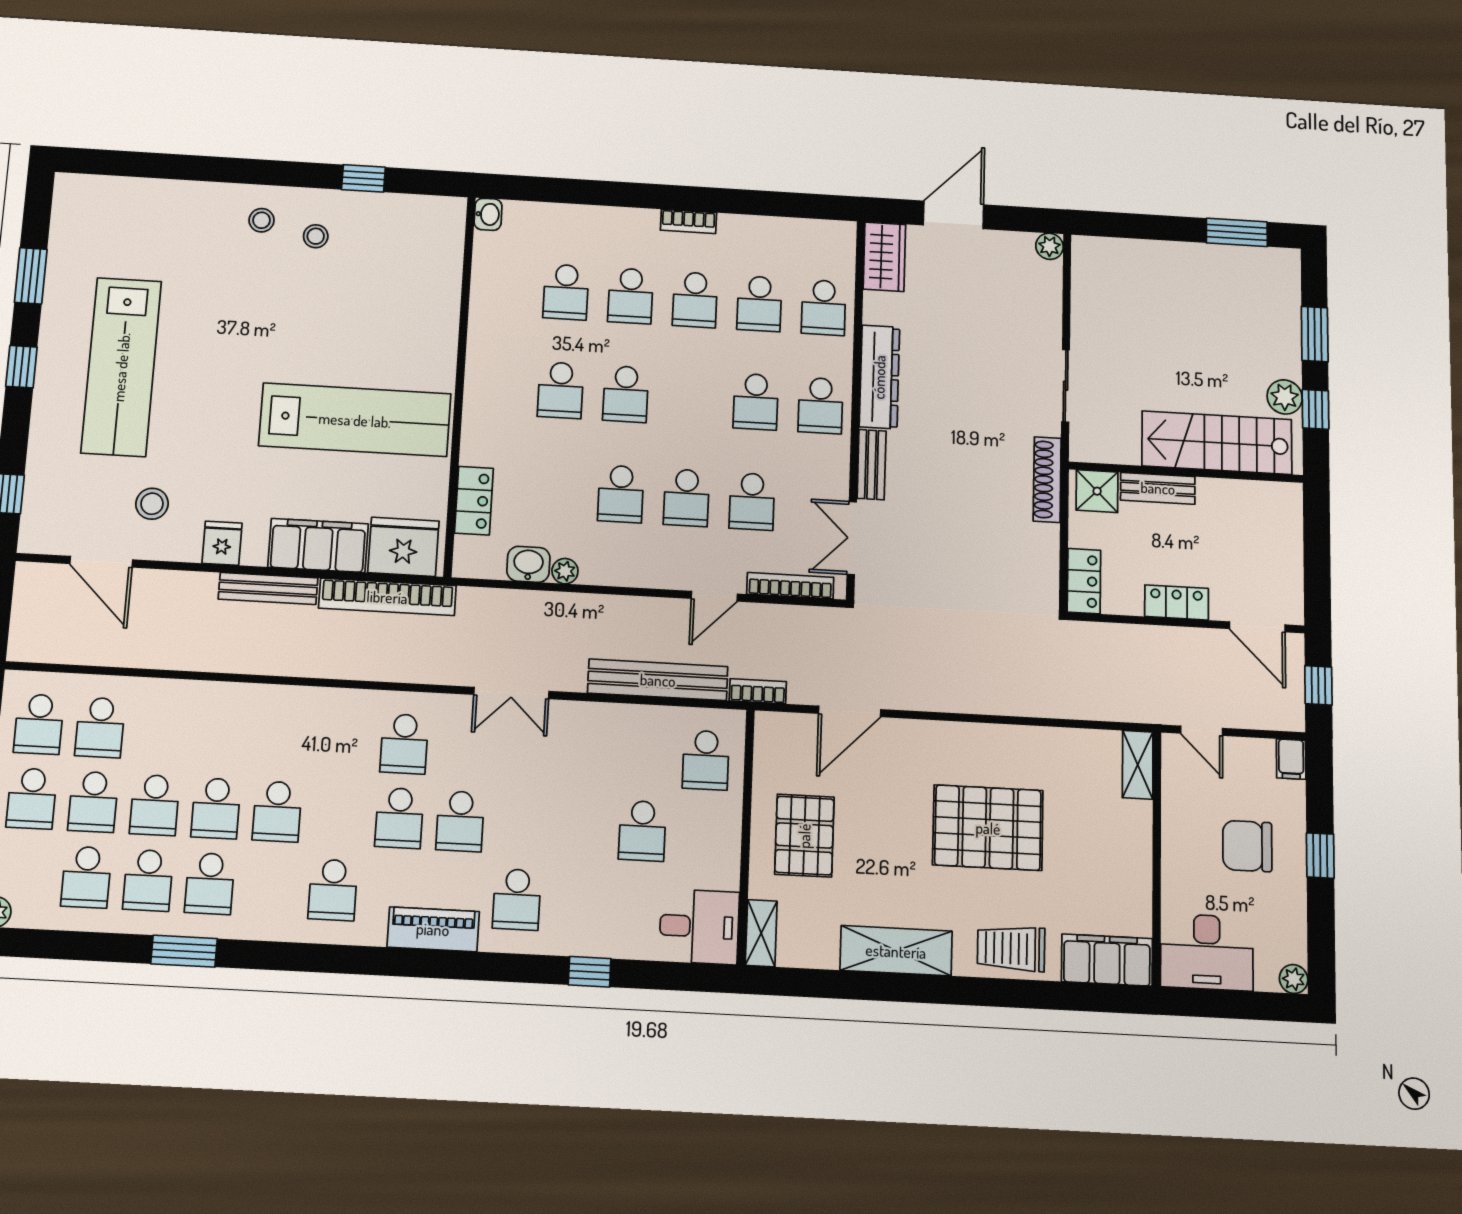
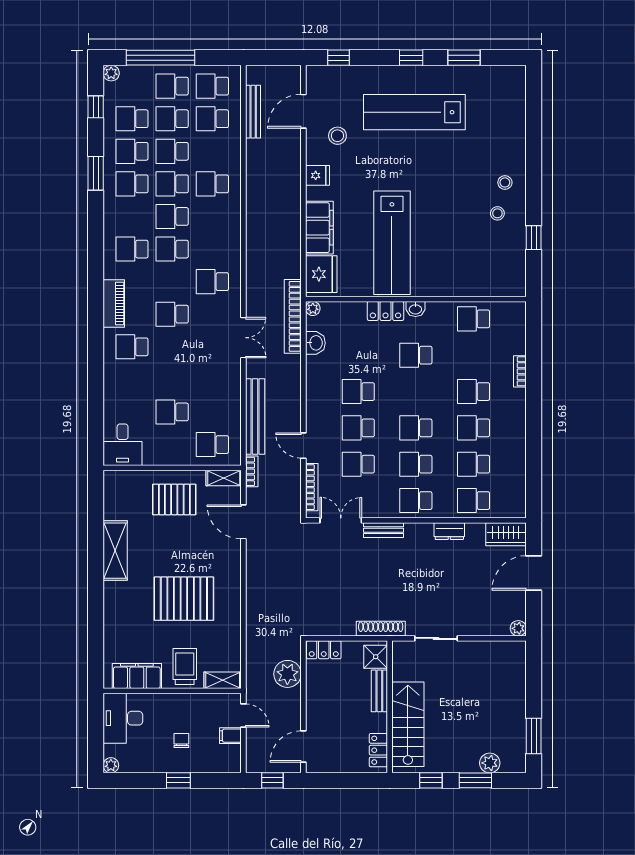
washbasin: (488, 214) -> (415, 309), moved
door: (953, 215) -> (534, 573), swing flipped
bookcase: (688, 221) -> (520, 371), moved
school desk: (566, 292) -> (473, 319), moved
dresser: (879, 377) -> (449, 531), width x0.51, depth x0.80
school desk: (626, 394) -> (416, 428), moved
plant: (1285, 397) -> (490, 763), moved
locker: (474, 501) -> (386, 311), moved
plant: (565, 571) -> (313, 308), moved
bench: (268, 588) -> (253, 112), moved
bookcase: (387, 597) -> (293, 316), moved
locker: (1177, 602) -> (378, 750), moved, turned 180
plant: (1127, 648) -> (287, 674), added
double door: (511, 693) -> (243, 338), swing flipped
door: (1202, 731) -> (243, 715), swing flipped
school desk: (222, 734) -> (212, 184), added
filing cabinet: (1291, 759) -> (230, 736), moved
school desk: (399, 818) -> (172, 249), moved
pallet: (988, 828) -> (184, 599), turned 90
chair: (1247, 846) -> (181, 740), width x0.54, depth x0.54
shelving: (761, 933) -> (224, 478), moved
trolley: (1011, 948) -> (185, 667), moved
filing cabinet: (1107, 960) -> (137, 676), moved, turned -90
window: (590, 972) -> (96, 107), moved

